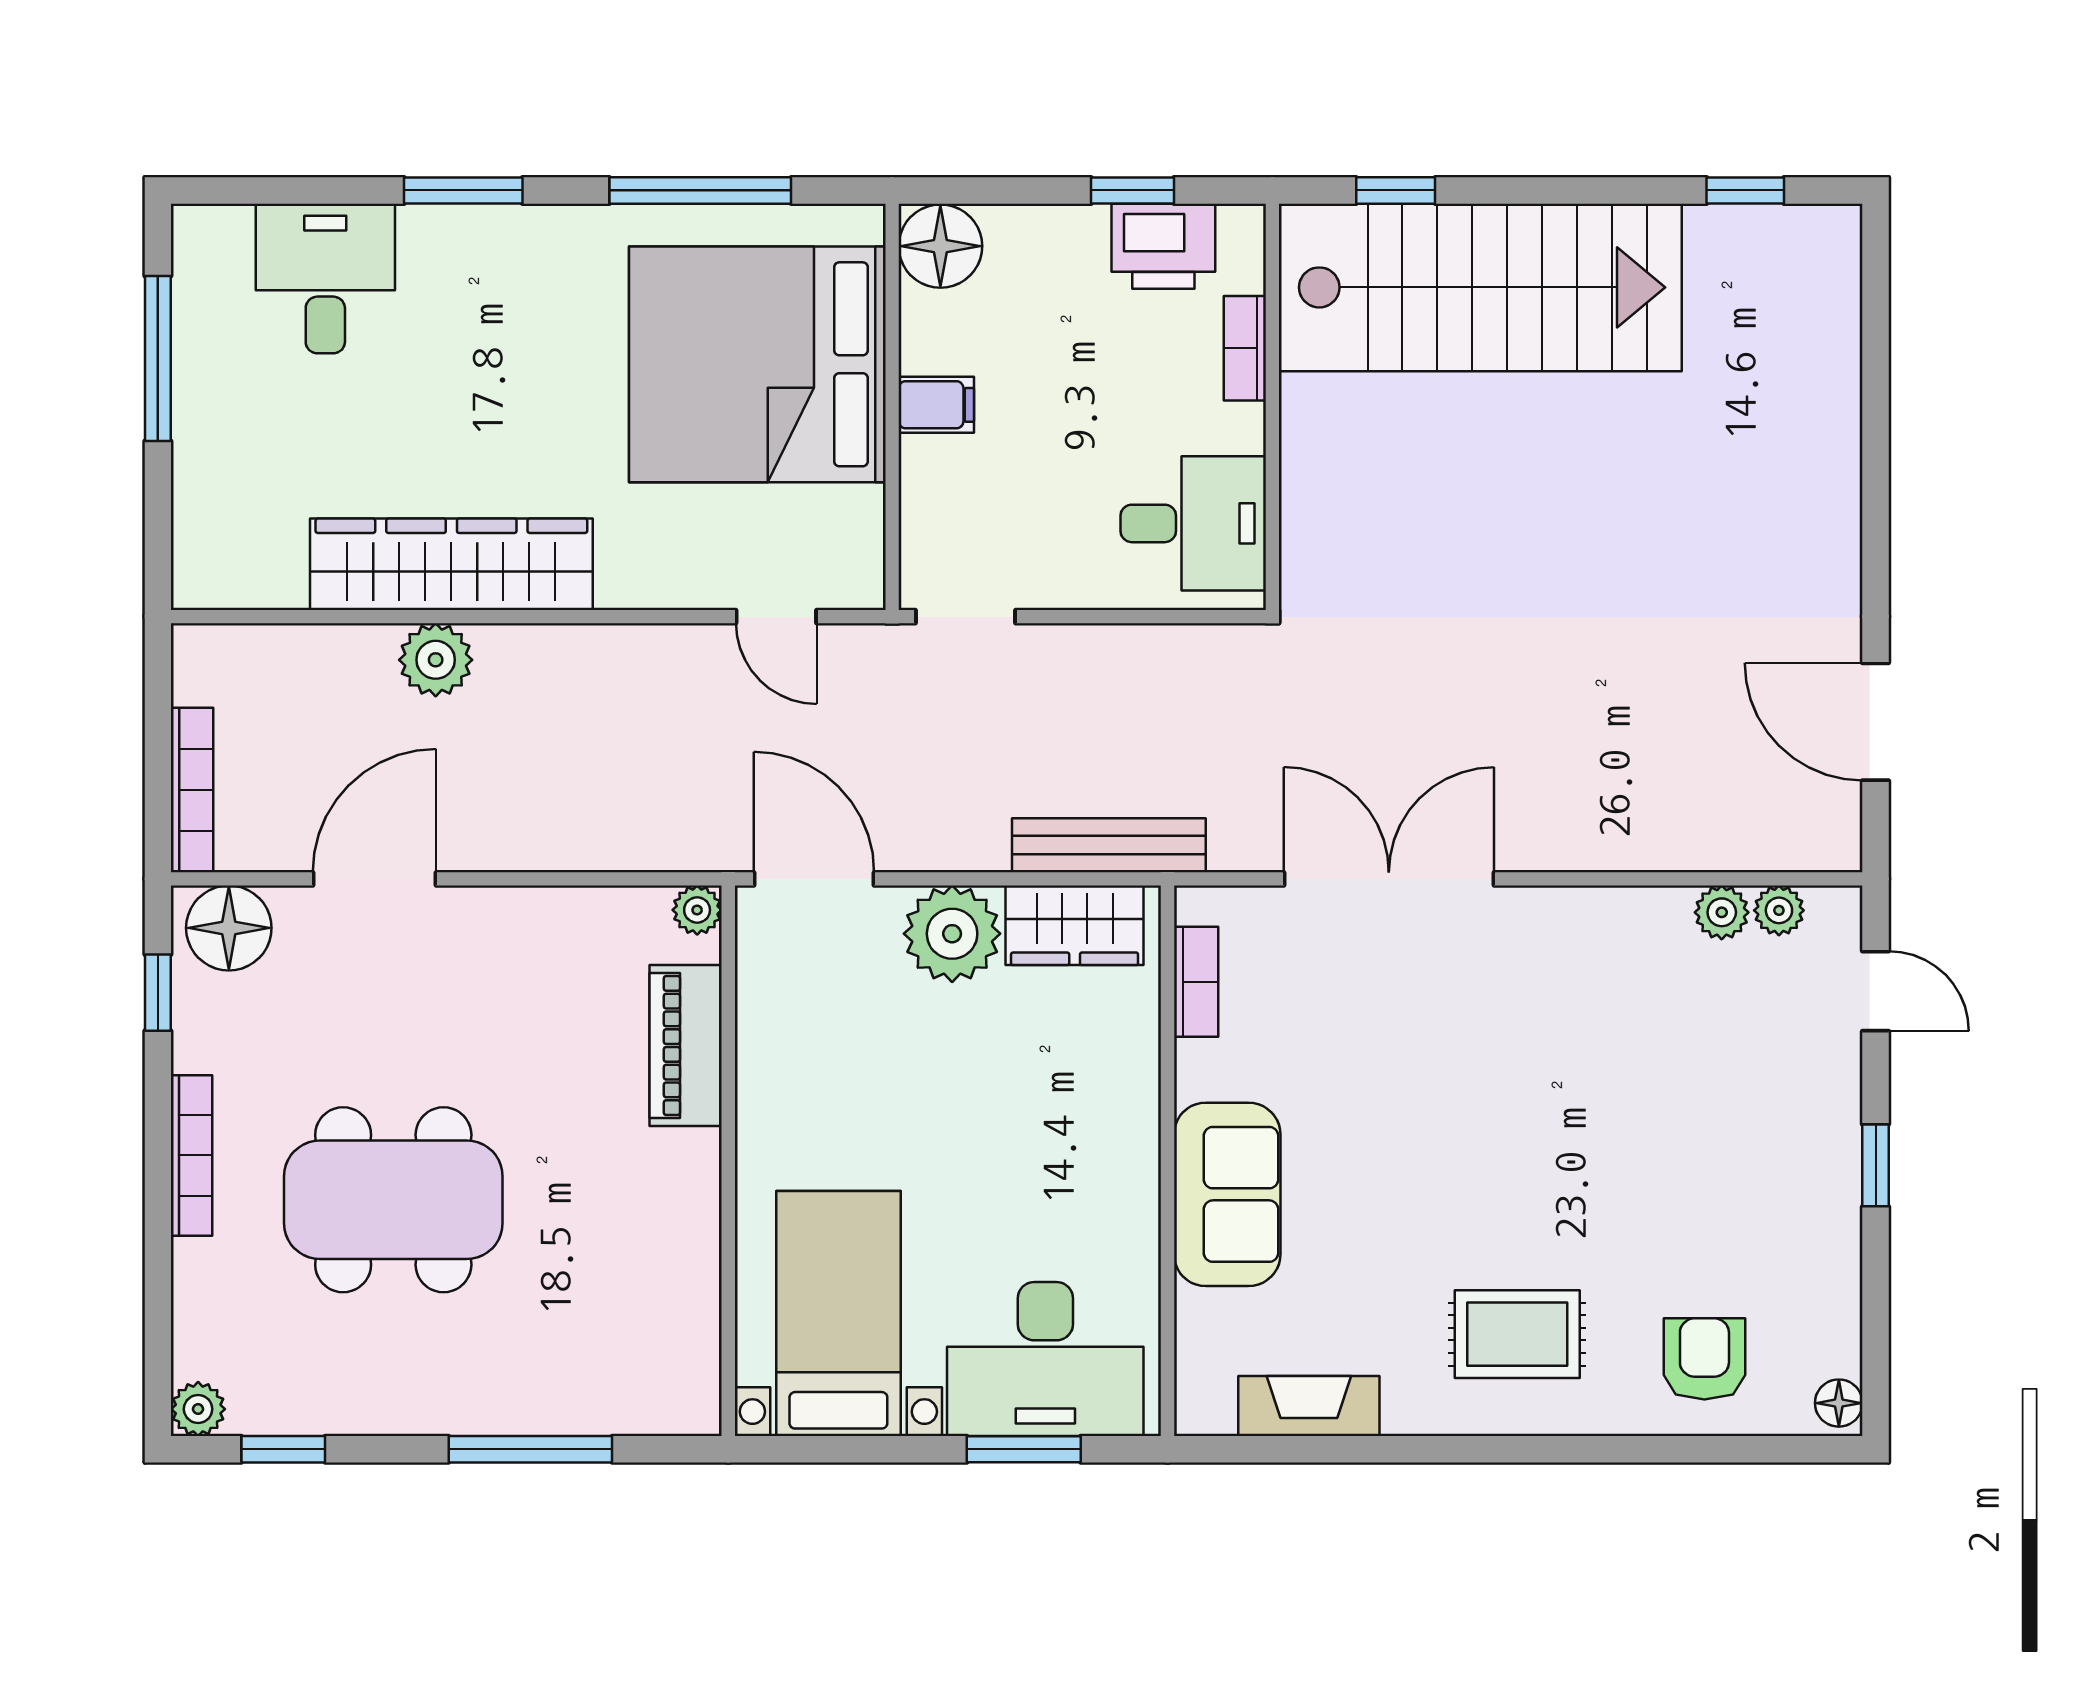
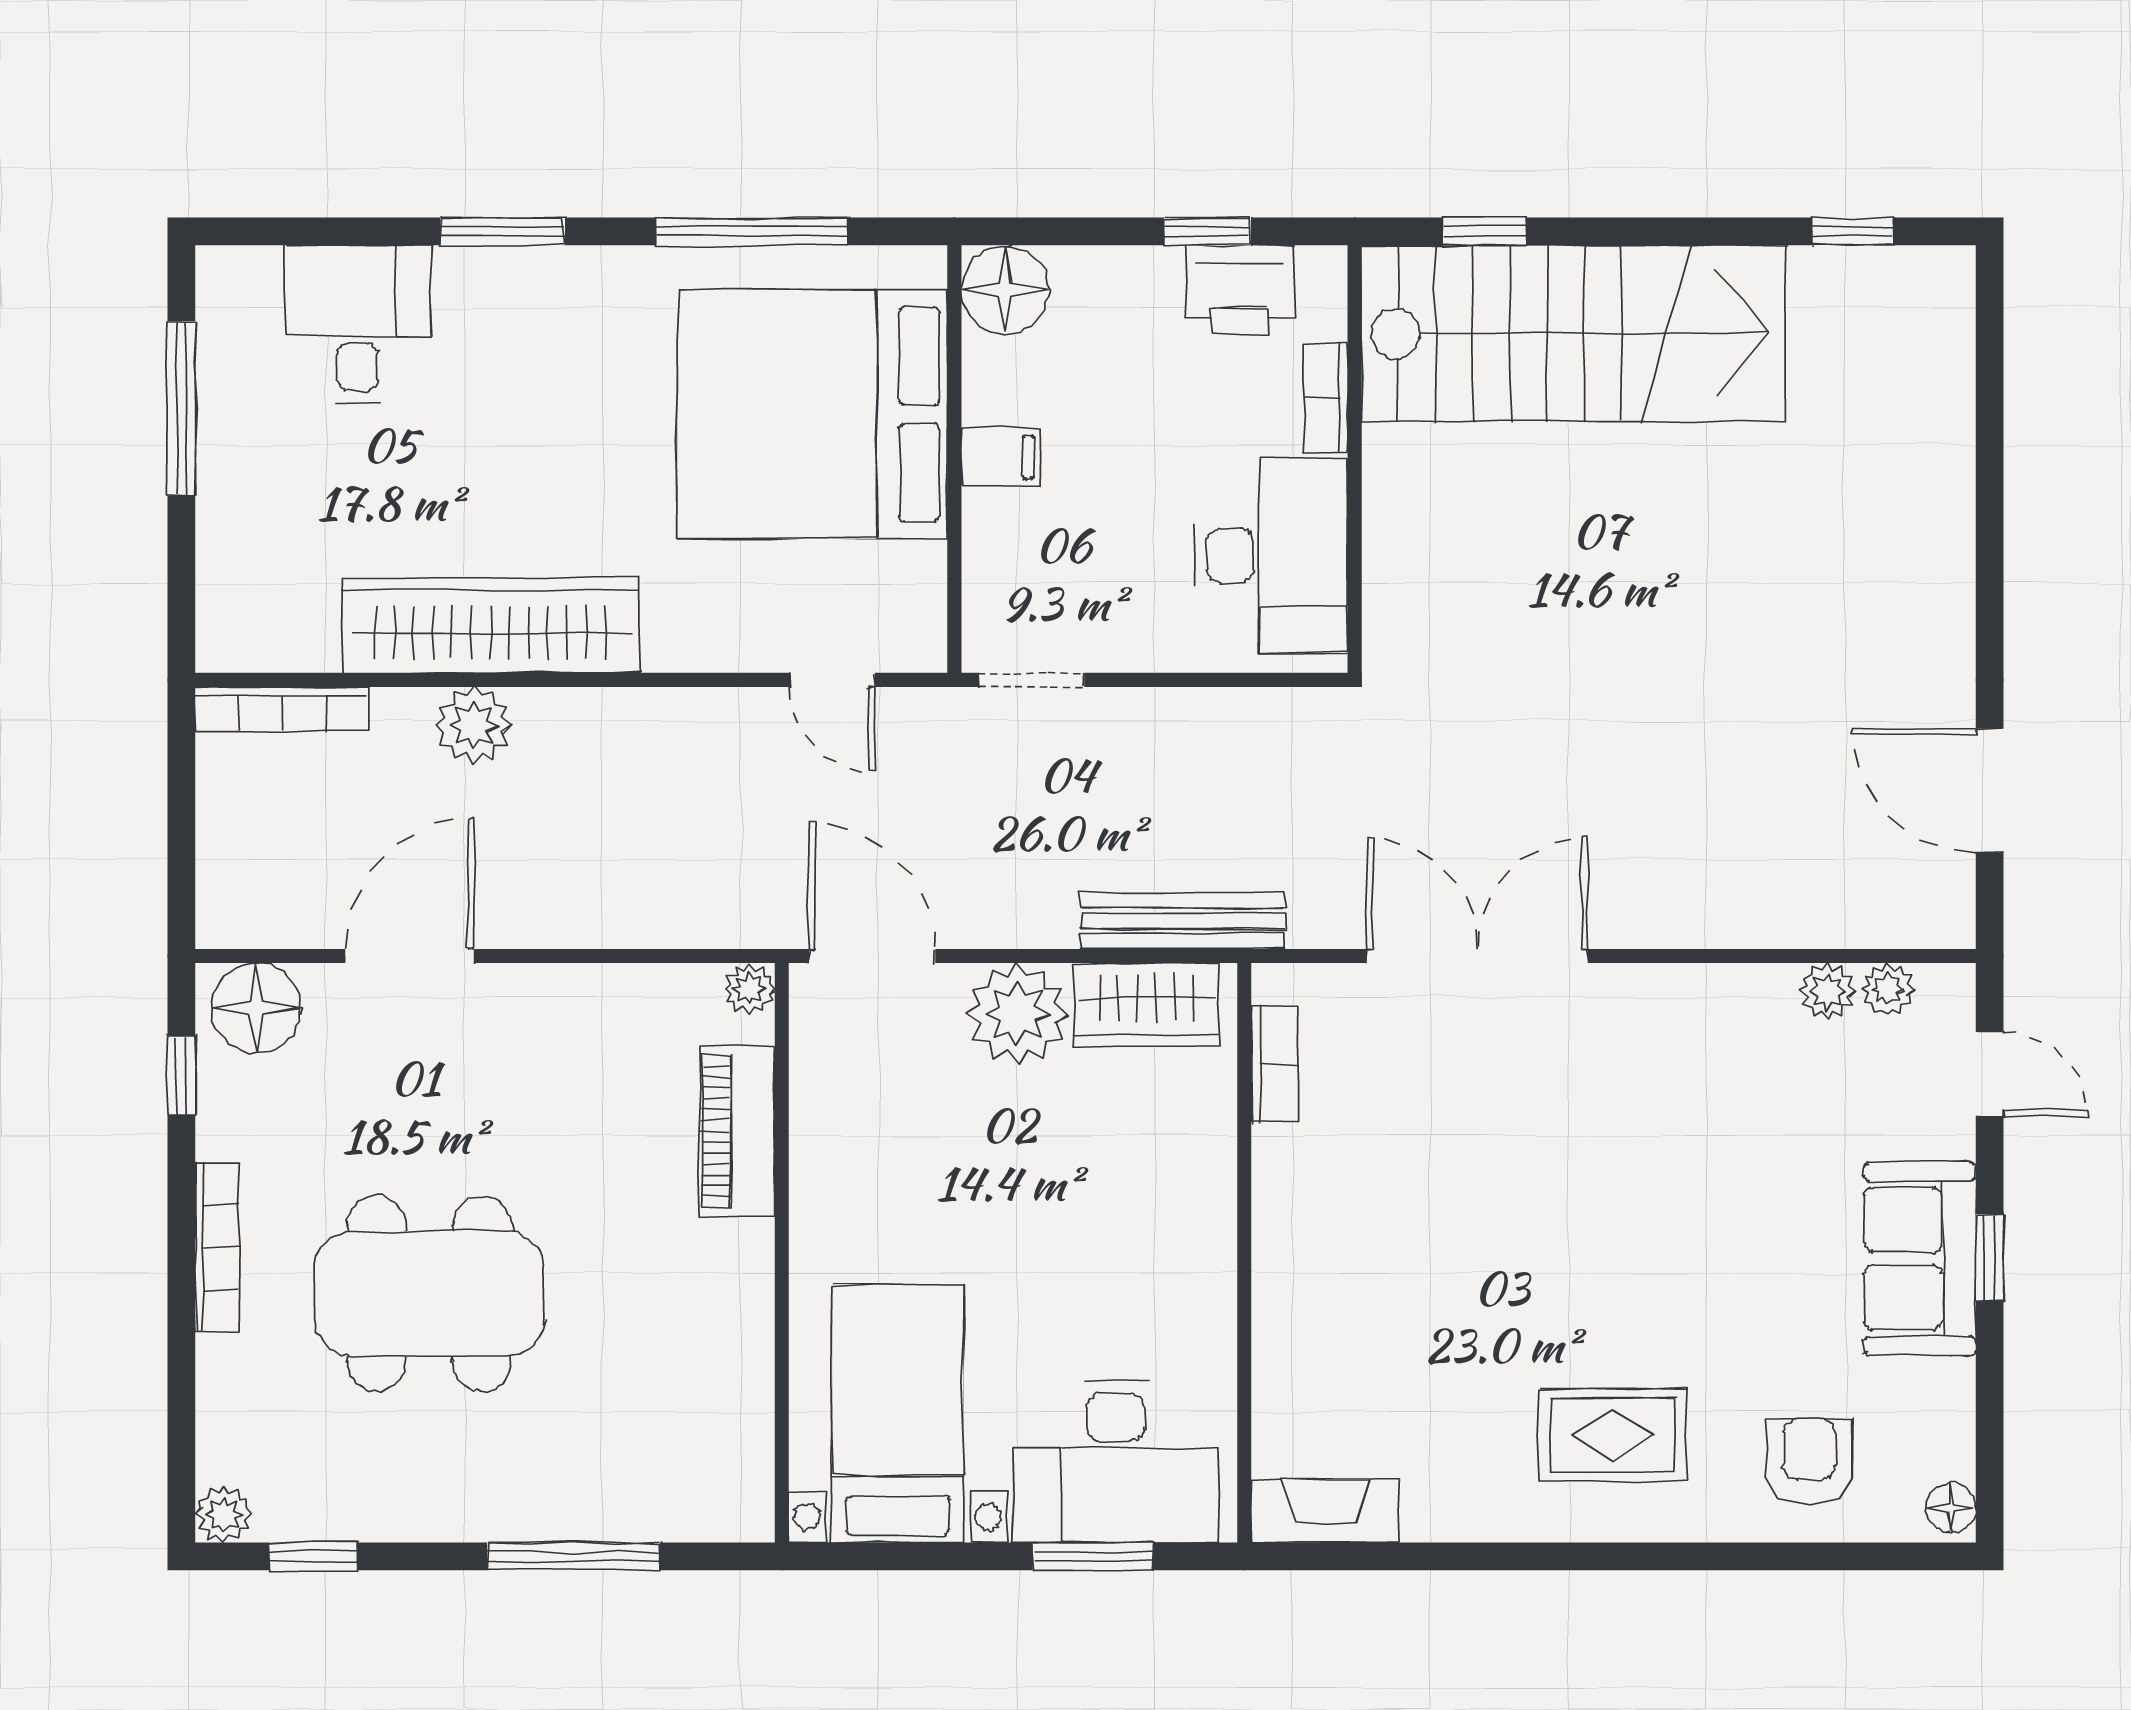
desk: (1193, 523) -> (1271, 555), width x1.37
bookcase: (192, 790) -> (282, 709), moved, turned 90
sofa: (1227, 1194) -> (1920, 1259), moved, turned 180
fireplace: (1309, 1406) -> (1325, 1511), moved

